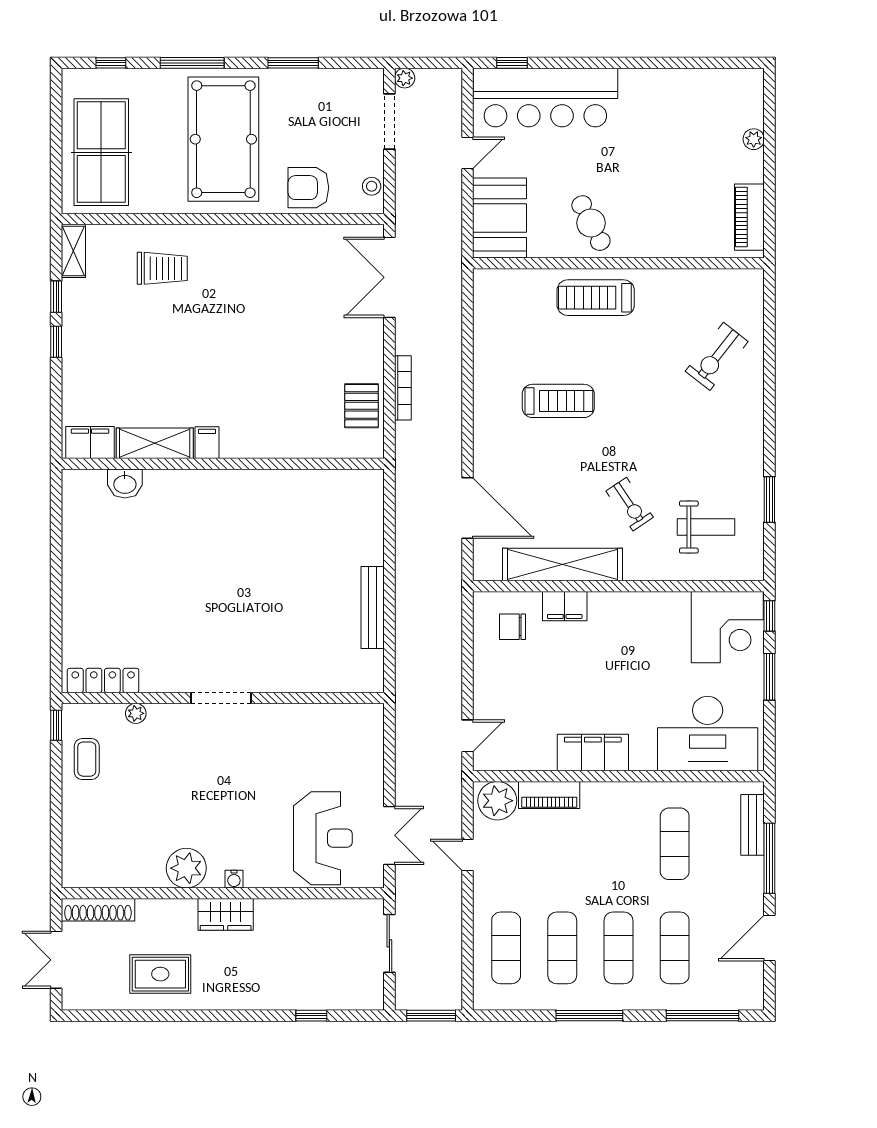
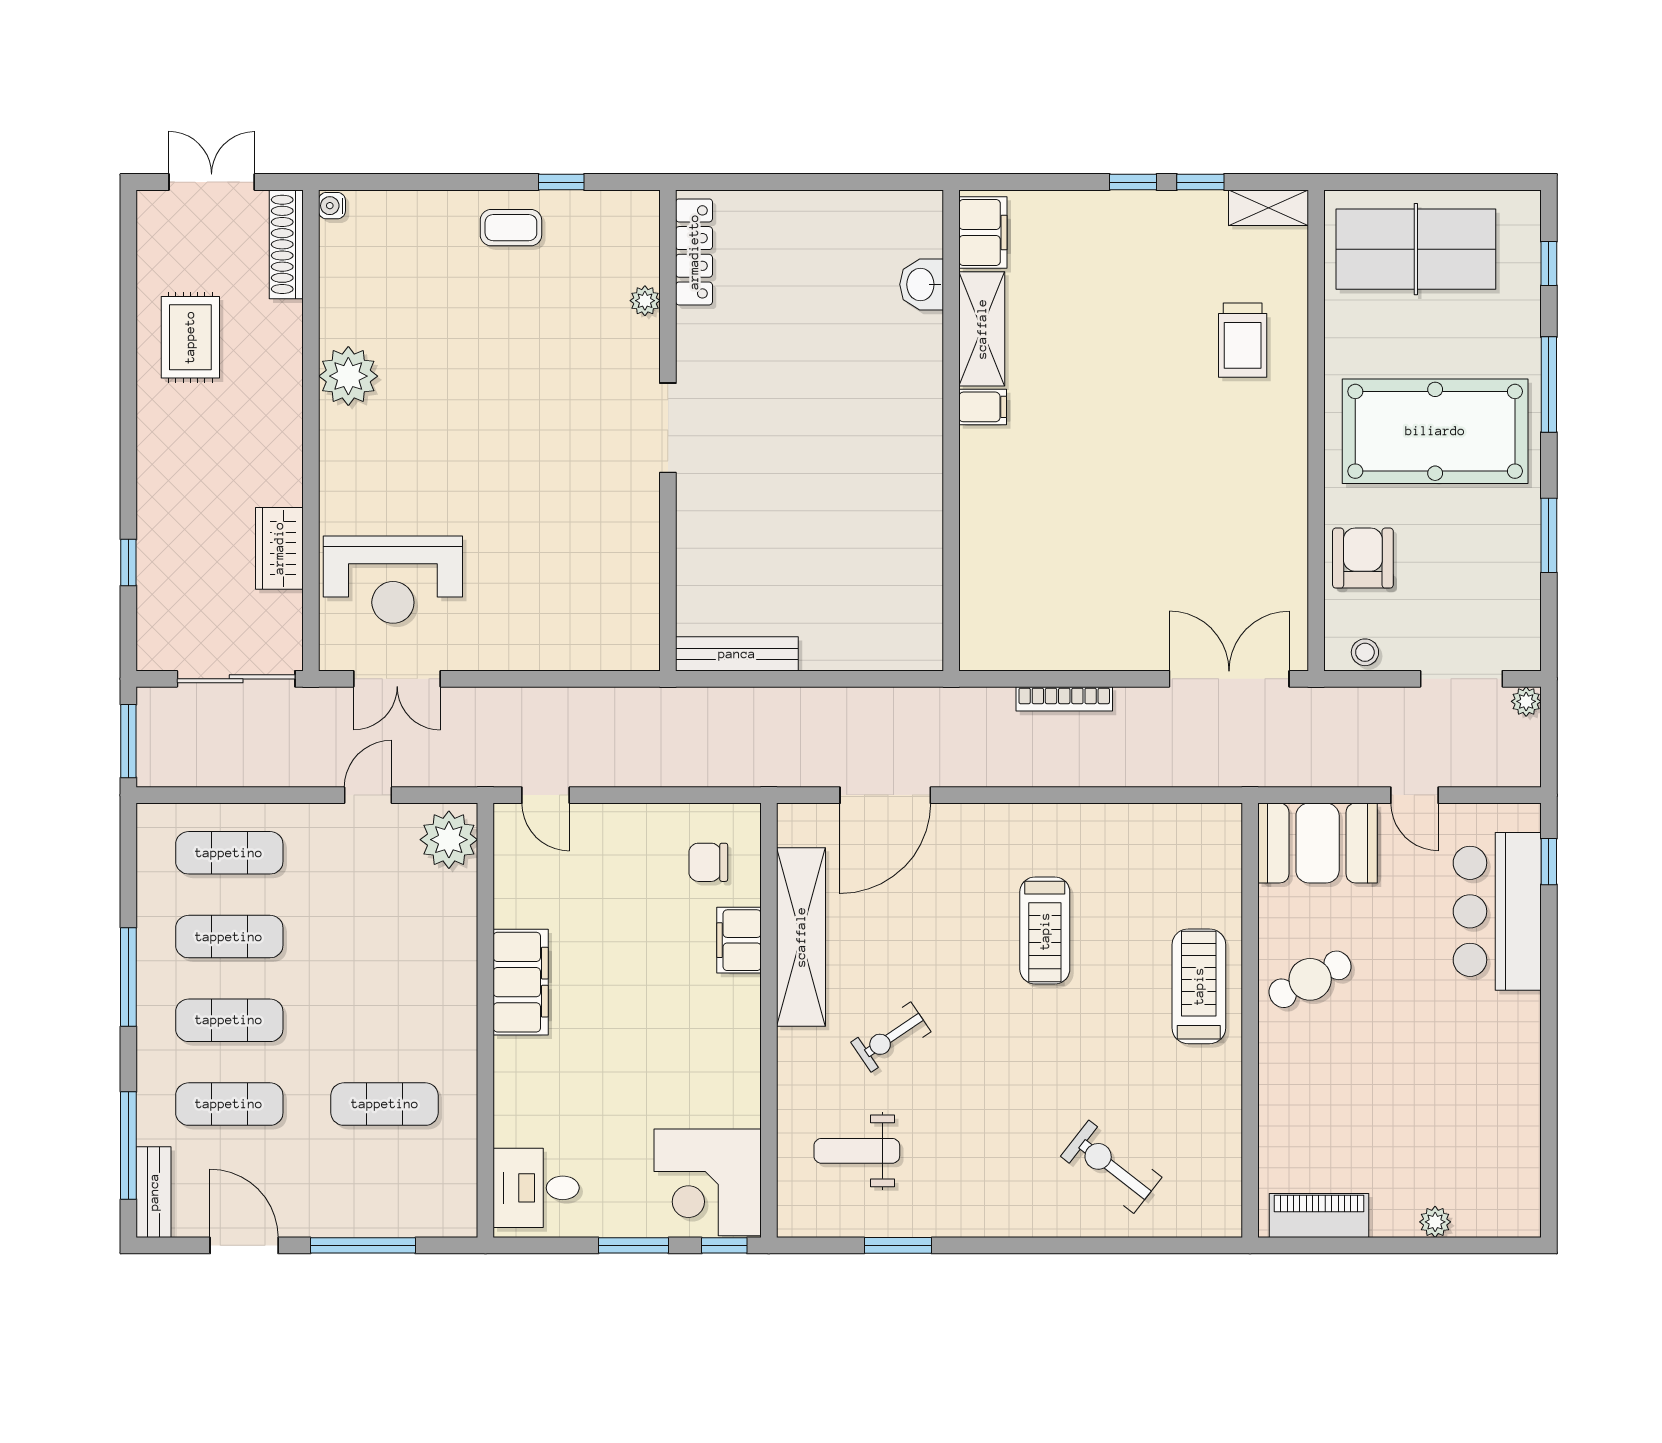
bar counter: (545, 98) -> (1497, 911), width x0.73
pallet: (362, 406) -> (1038, 637), removed
weight bench: (706, 527) -> (857, 1151), turned 90
chair: (512, 627) -> (708, 862), turned -90
locker: (103, 681) -> (694, 252), moved
doorway: (221, 698) -> (668, 428), moved
wall: (223, 698) -> (668, 430), moved
plant: (136, 713) -> (645, 301), moved
desk: (708, 734) -> (536, 1188), width x0.53, depth x0.77
piano: (549, 795) -> (457, 917), removed
bench: (753, 825) -> (154, 1192), moved, turned 90
water cooler: (234, 879) -> (332, 206), moved
wardrobe: (226, 914) -> (279, 548), moved
sliding door: (389, 943) -> (236, 679), width x1.37

